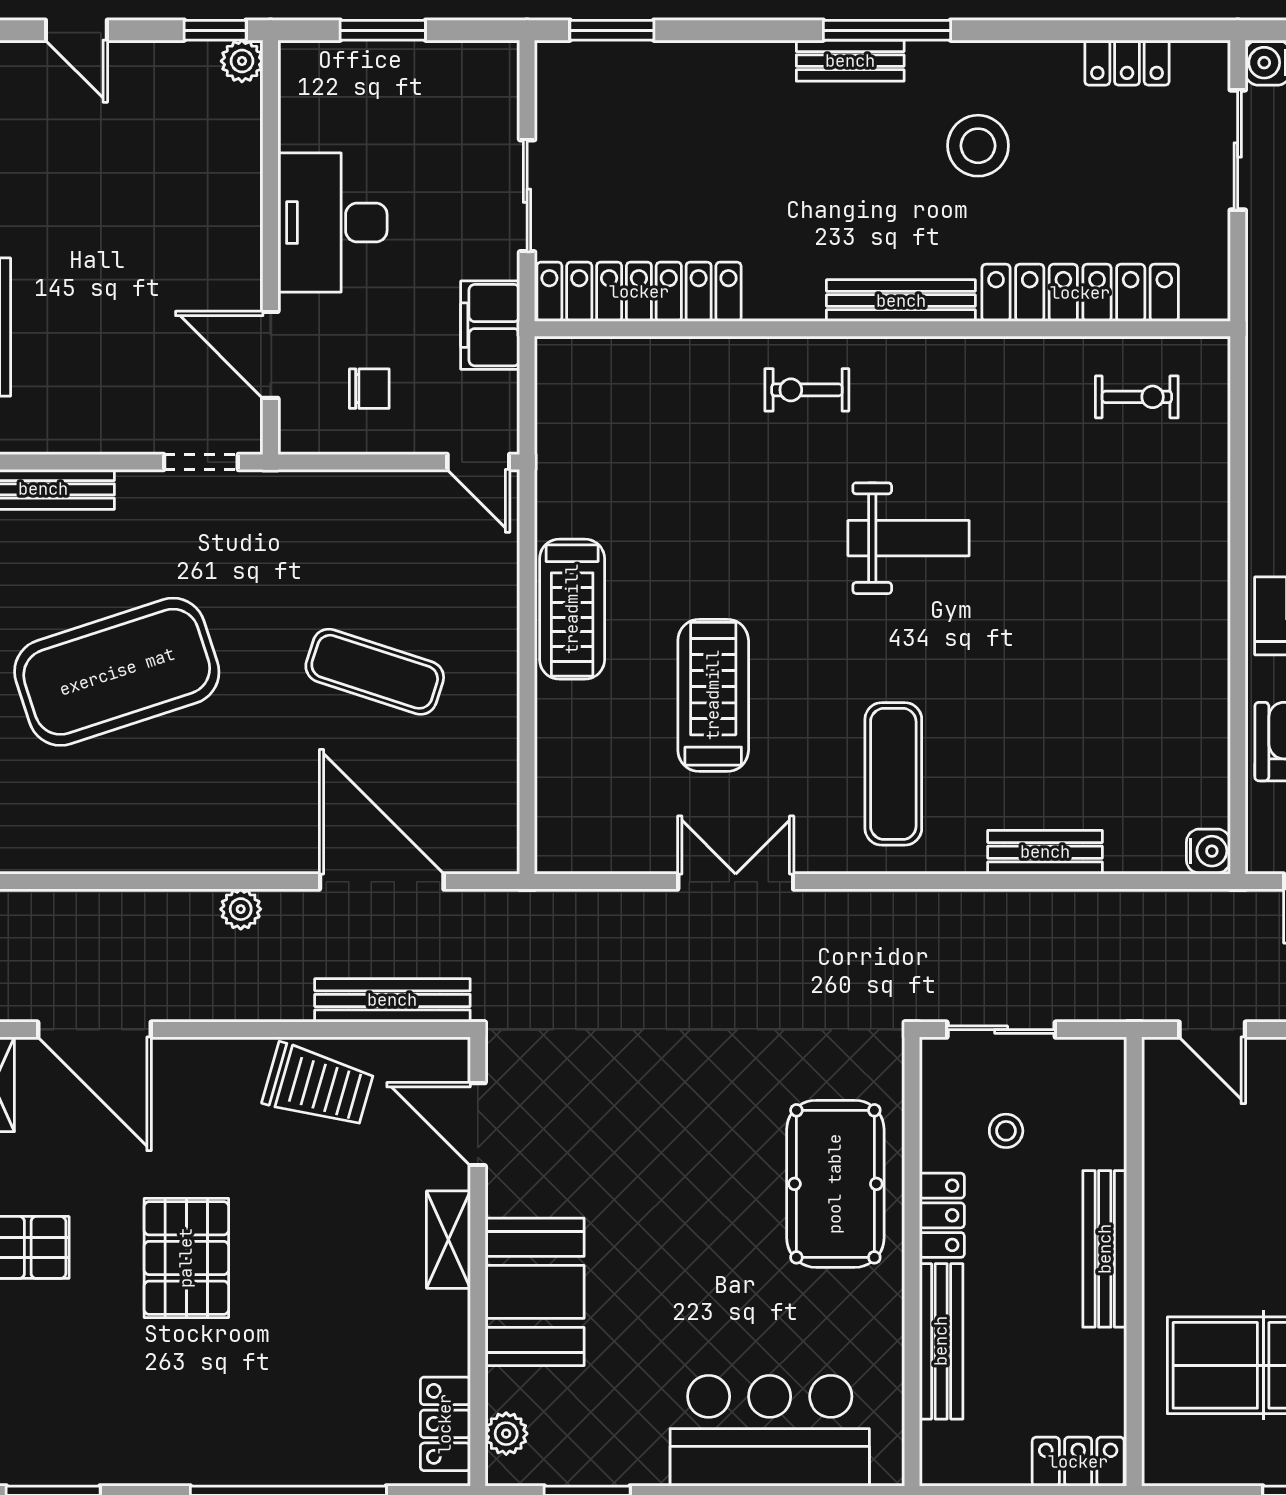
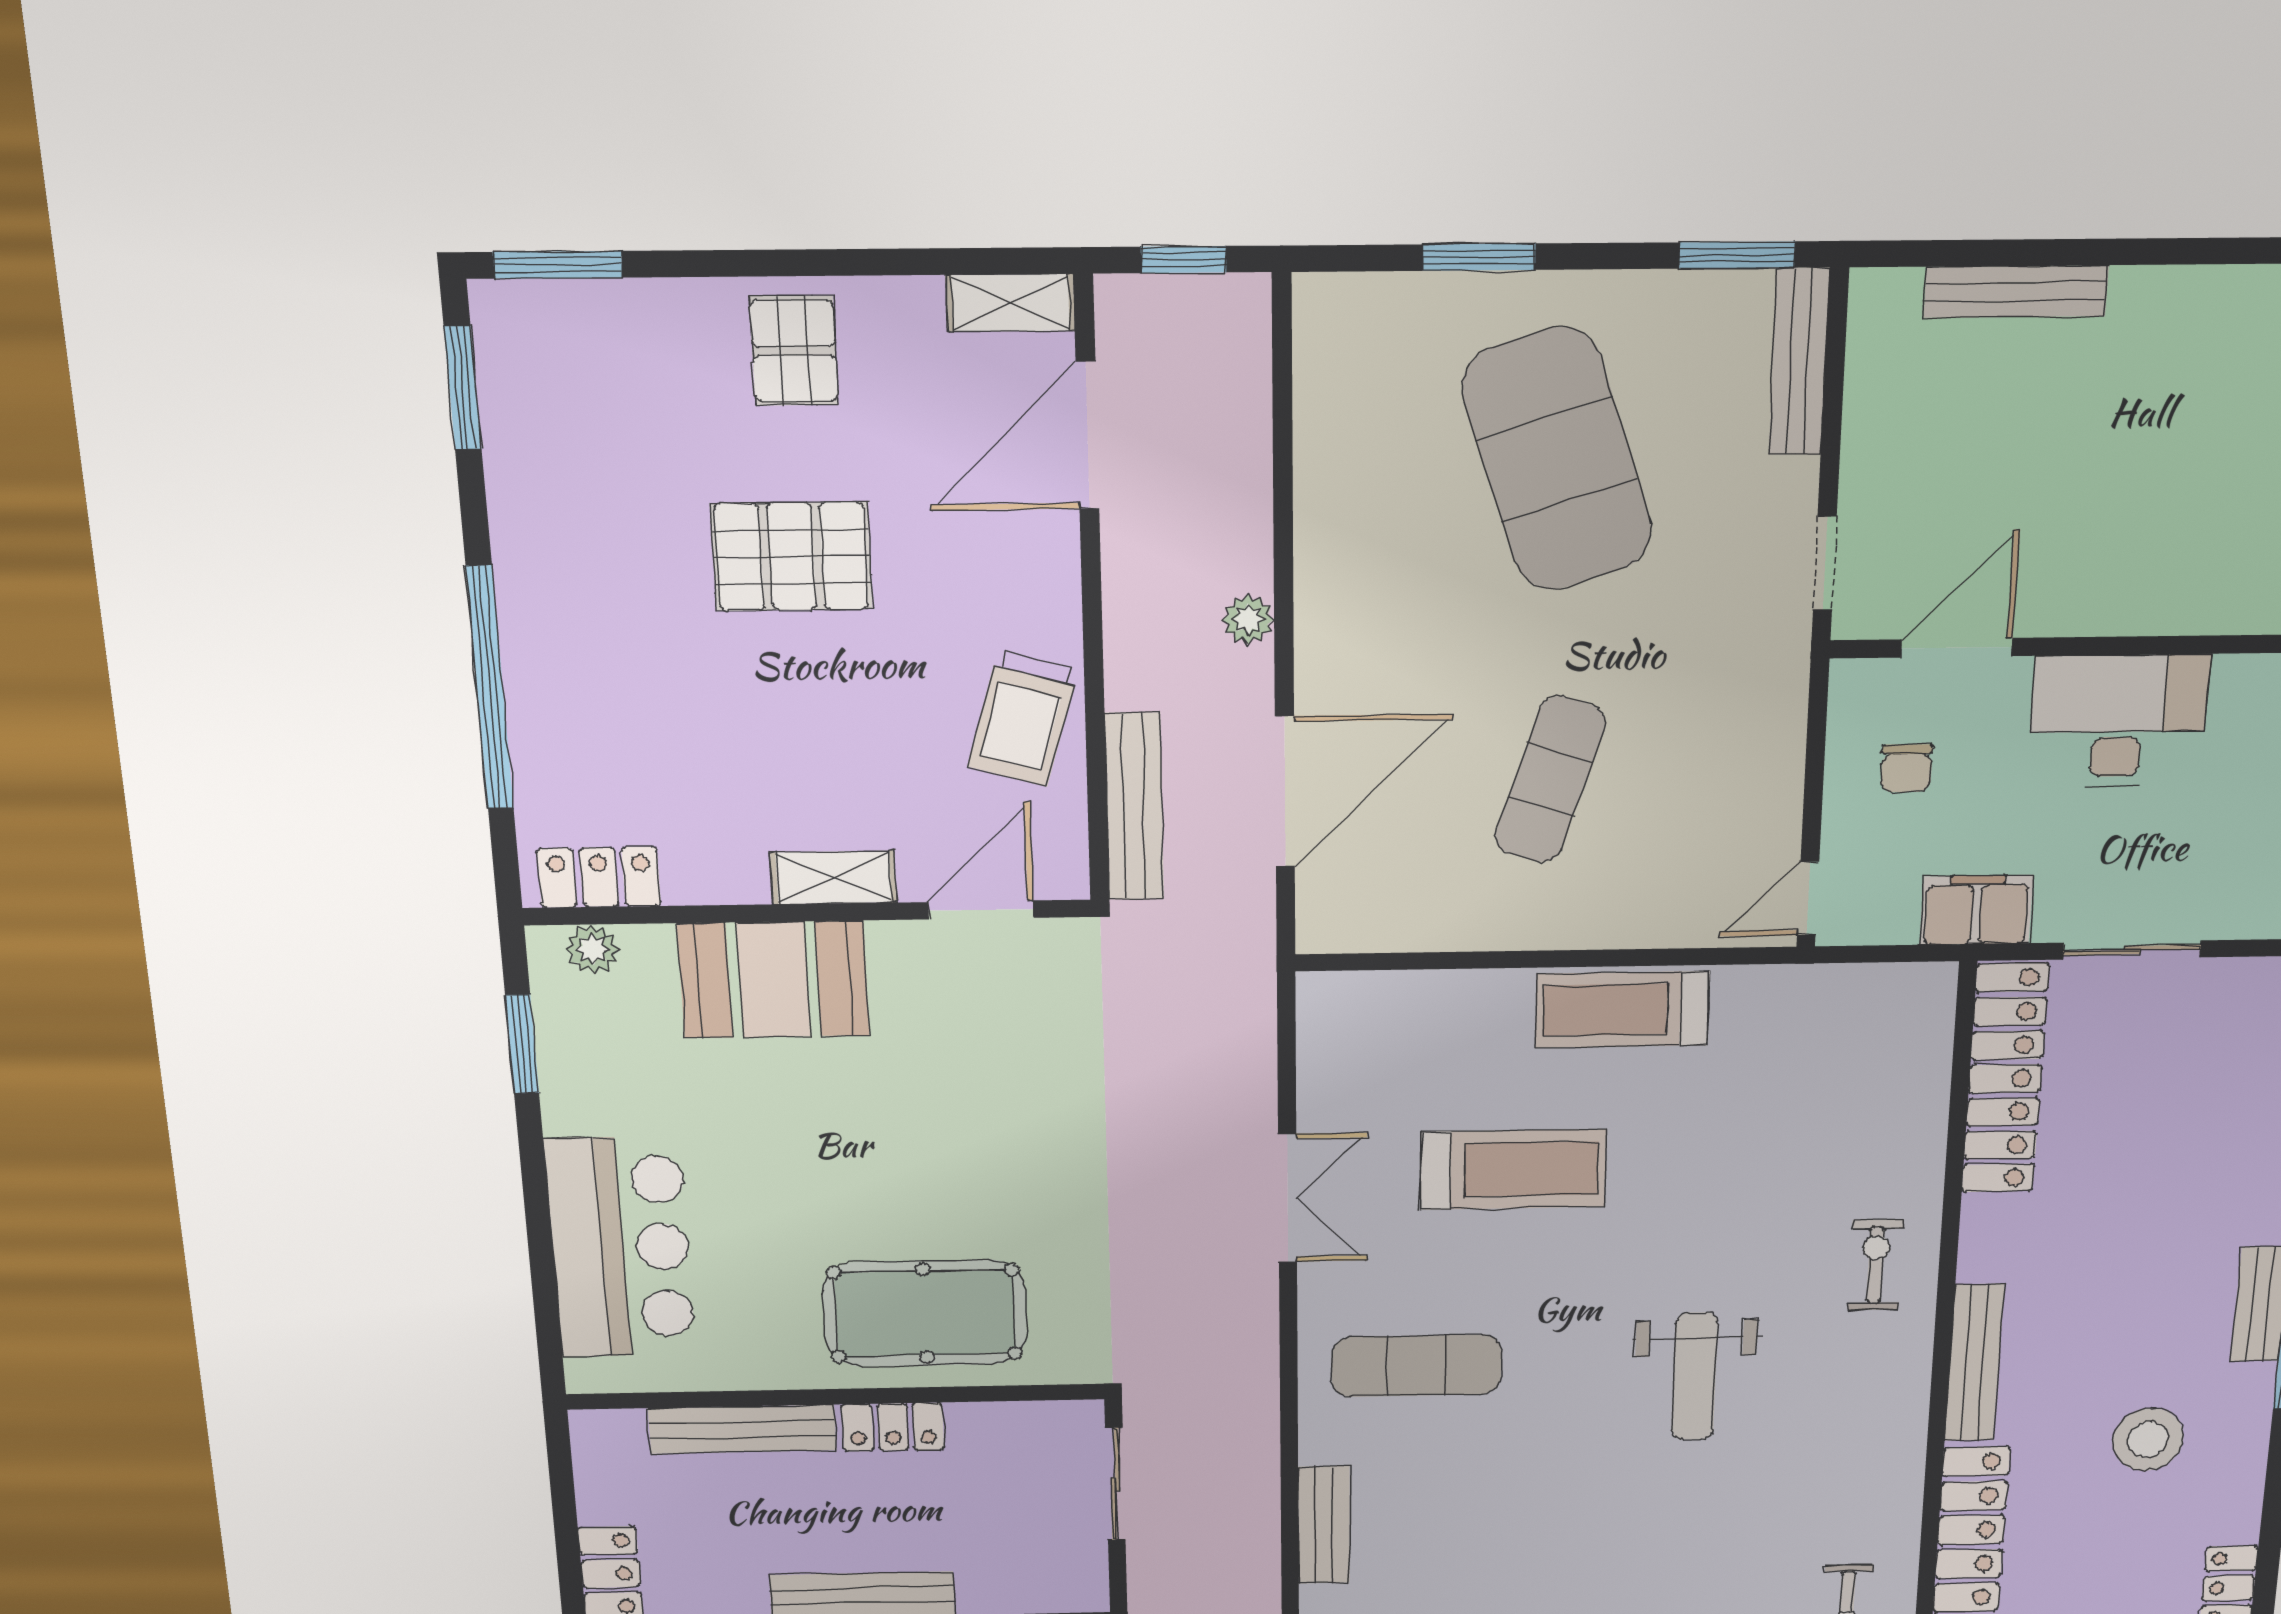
stool: (1006, 1131) -> (996, 1492), removed

